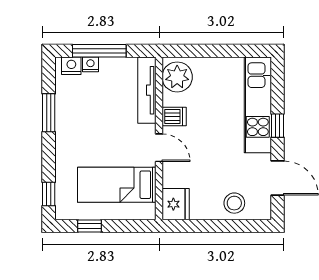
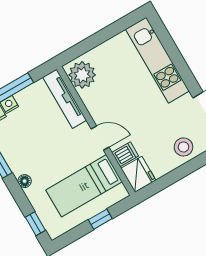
dishwasher: (174, 116) -> (125, 154), moved
window: (278, 126) -> (182, 67), removed
floor lamp: (62, 147) -> (25, 181), added
window: (90, 226) -> (100, 219), moved

